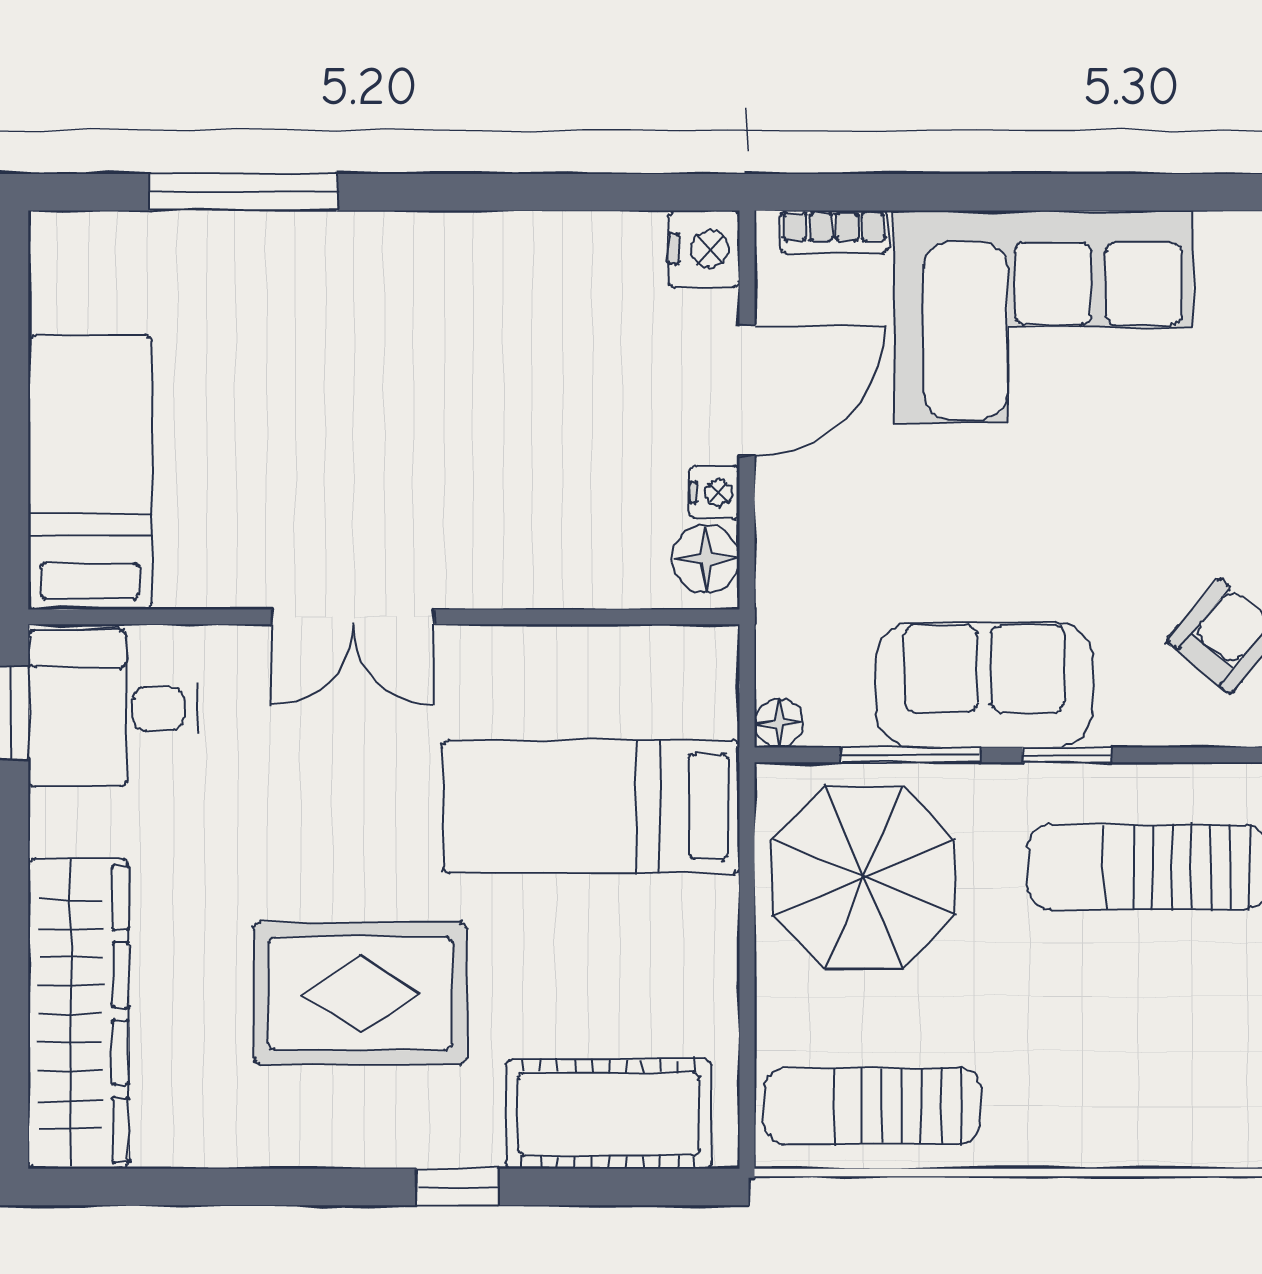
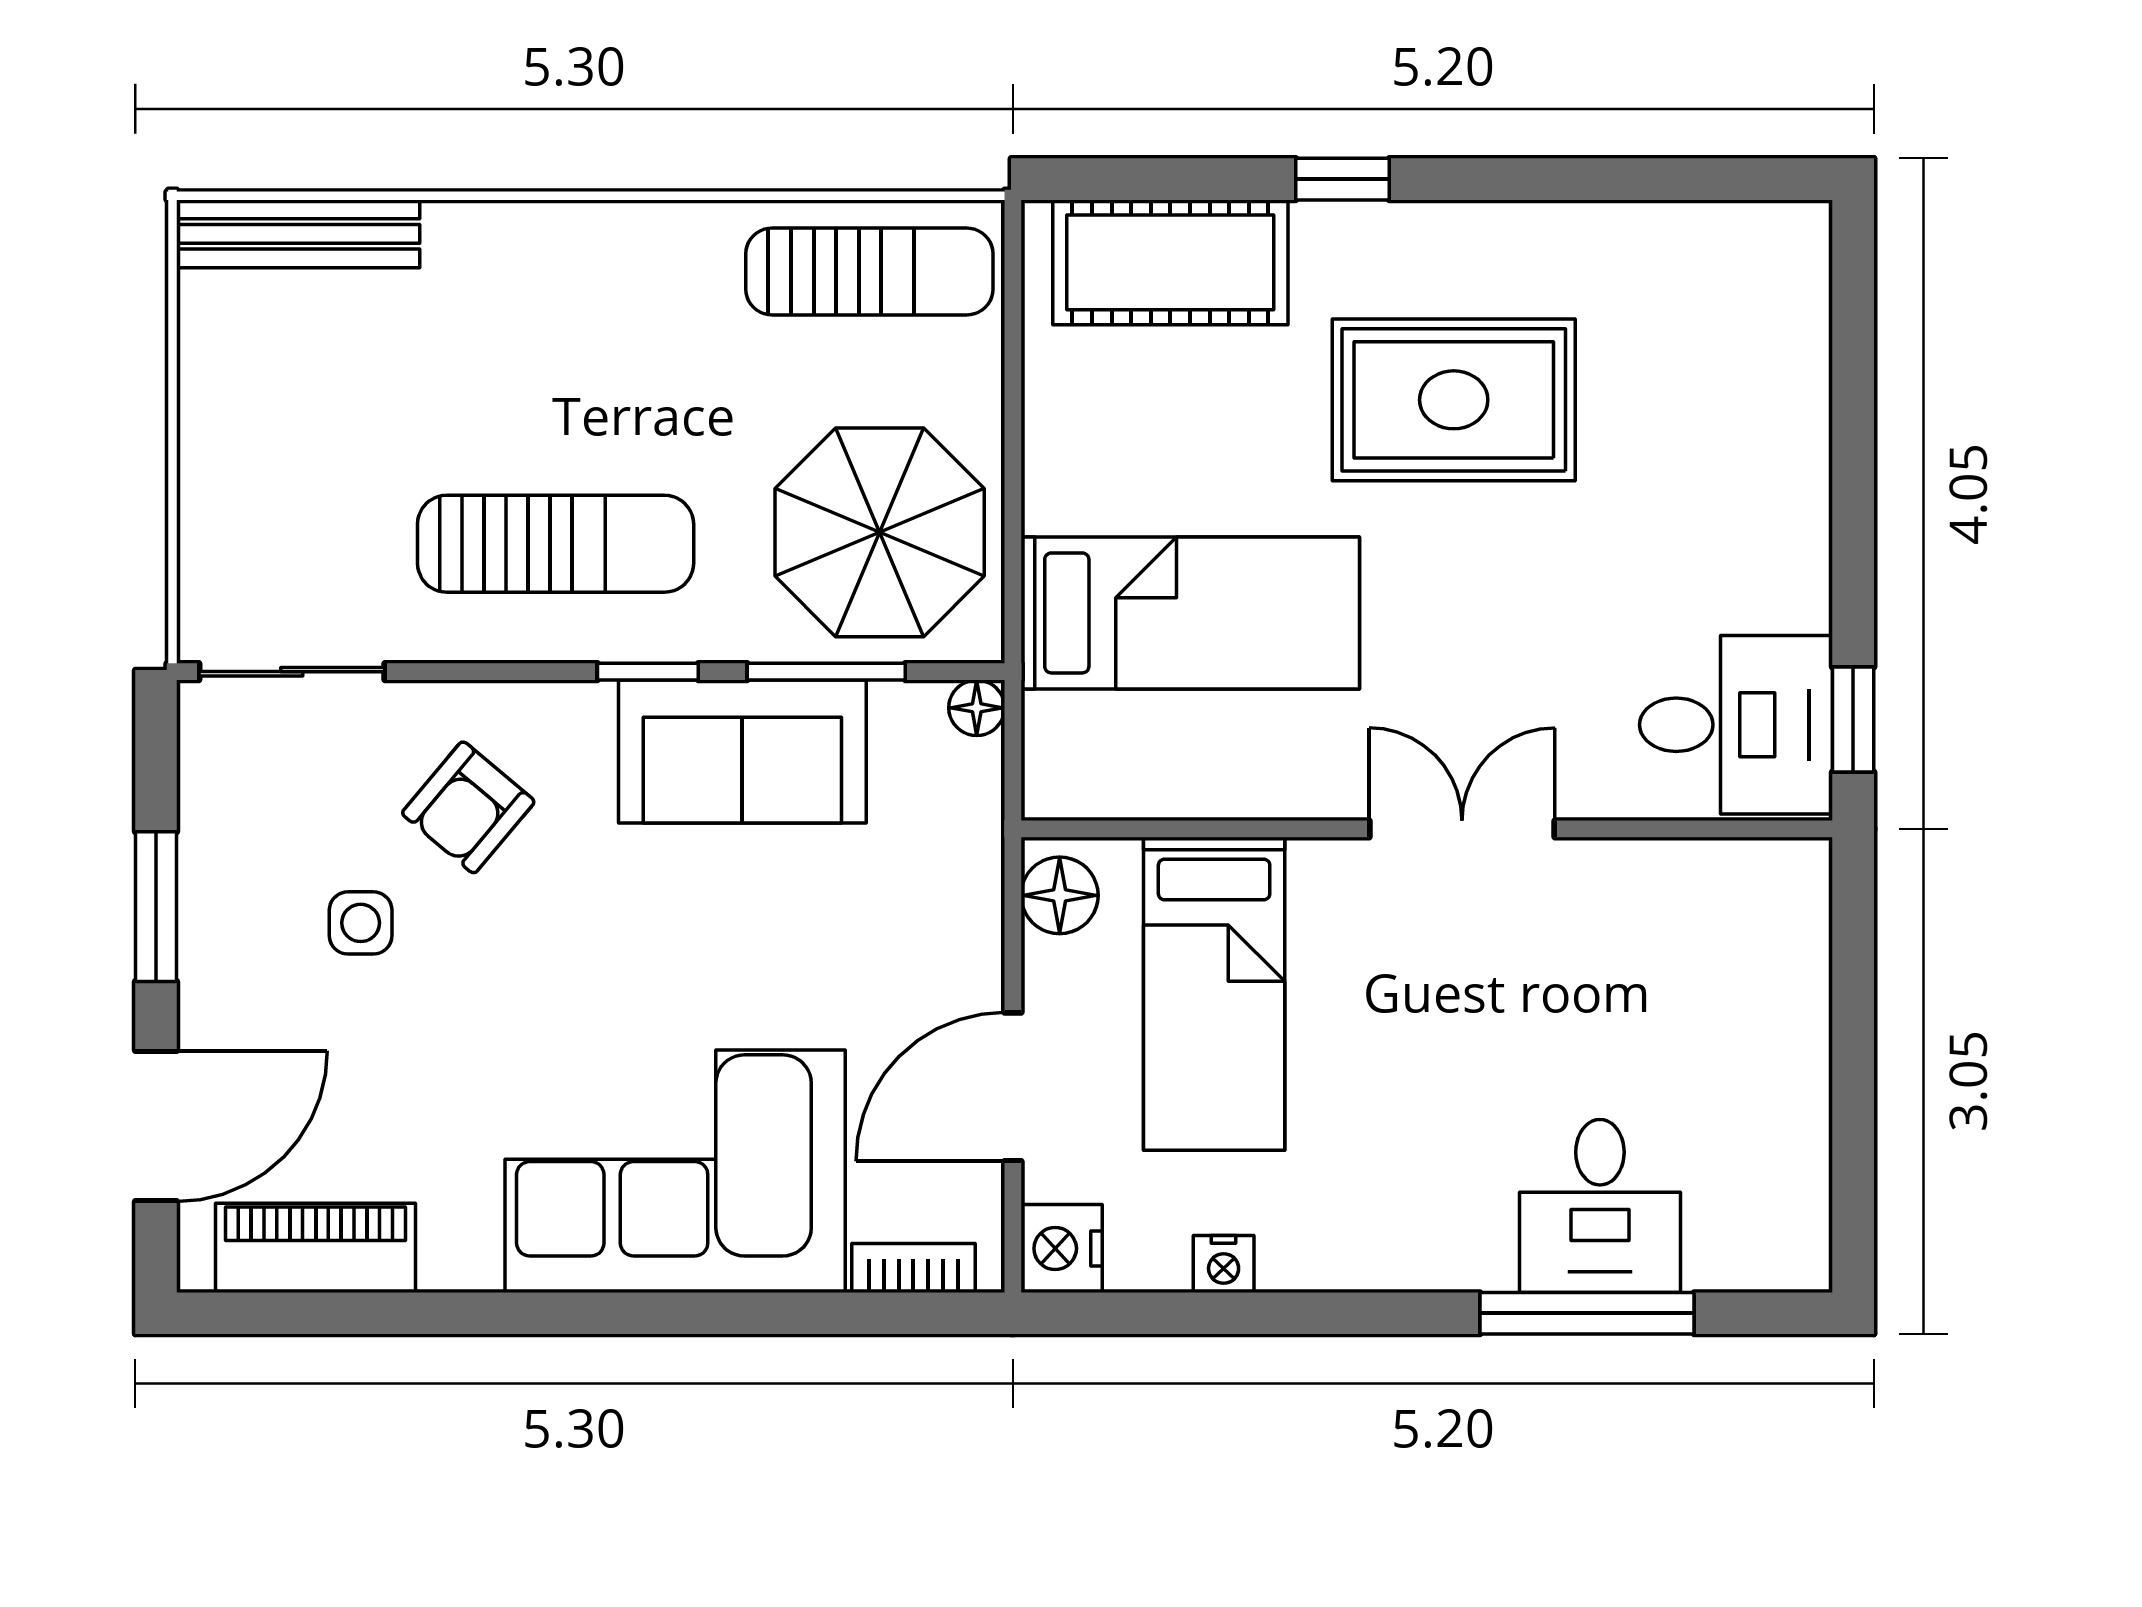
desk: (232, 286) -> (1600, 1206), added
bed: (90, 472) -> (1214, 994), moved
nightstand: (715, 493) -> (1224, 1264), moved, turned -90
wardrobe: (78, 1014) -> (1775, 377), removed

